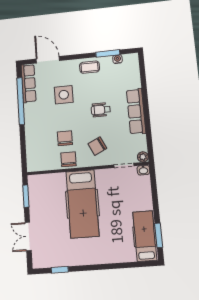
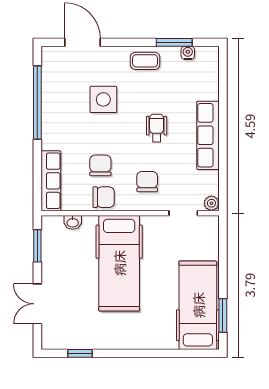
row of seats: (28, 83) -> (51, 181), moved
wheelchair: (101, 110) -> (157, 128), turned 90
chair: (97, 146) -> (147, 182), turned 116
chair: (69, 159) -> (104, 197), turned 90
washbasin: (143, 170) -> (73, 222), moved
hospital bed: (145, 236) -> (198, 305), width x1.37, depth x1.29

